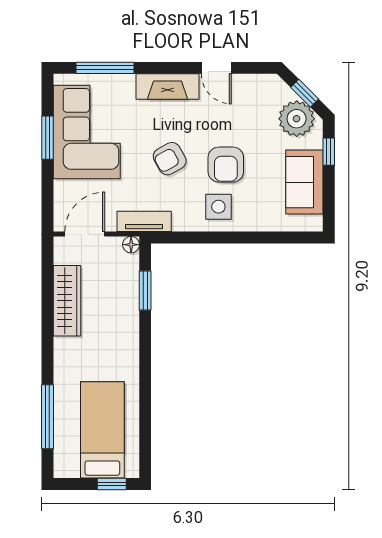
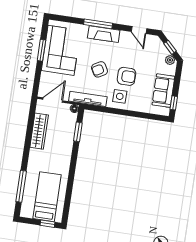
window: (105, 68) -> (98, 24), moved
door: (216, 68) -> (139, 30), moved
plant: (297, 119) -> (170, 60), width x0.53, depth x0.53
window: (329, 152) -> (174, 103), moved
armchair: (226, 165) -> (126, 76), turned -90
tv unit: (144, 221) -> (88, 99), width x1.41

